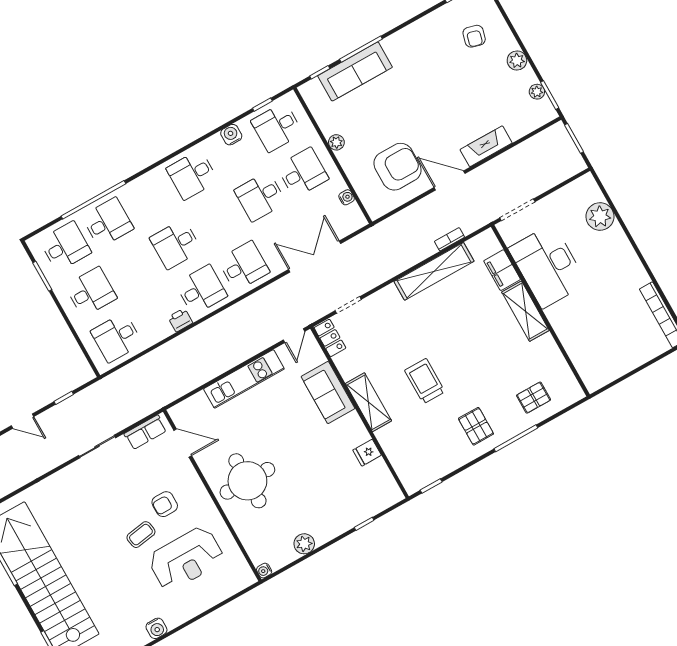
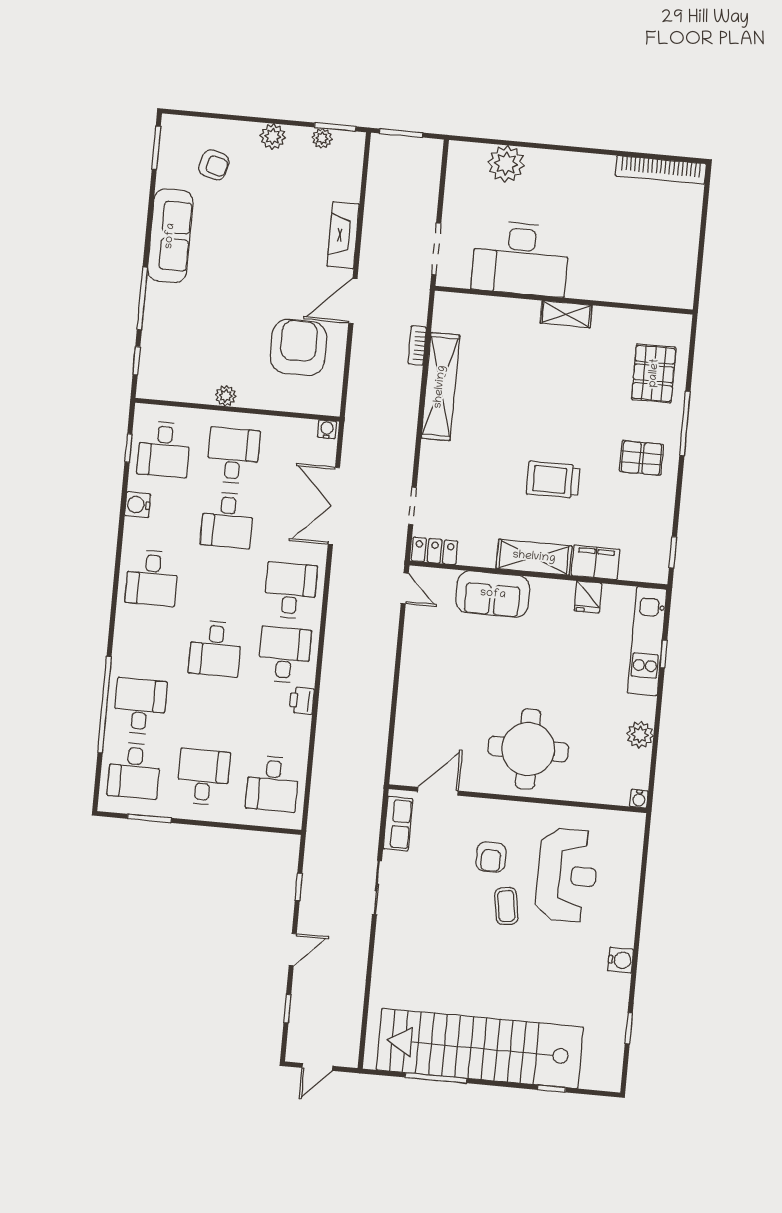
sofa: (355, 71) -> (170, 236), moved
water cooler: (347, 197) -> (327, 429), moved
desk: (65, 246) -> (134, 771), turned 180
filing cabinet: (502, 270) -> (596, 562), moved, turned 180
shelving: (526, 311) -> (566, 314), width x0.67, depth x0.75
kitchen unit: (244, 379) -> (647, 641), moved, turned 180
pallet: (534, 398) -> (654, 373), width x1.50, depth x1.42

